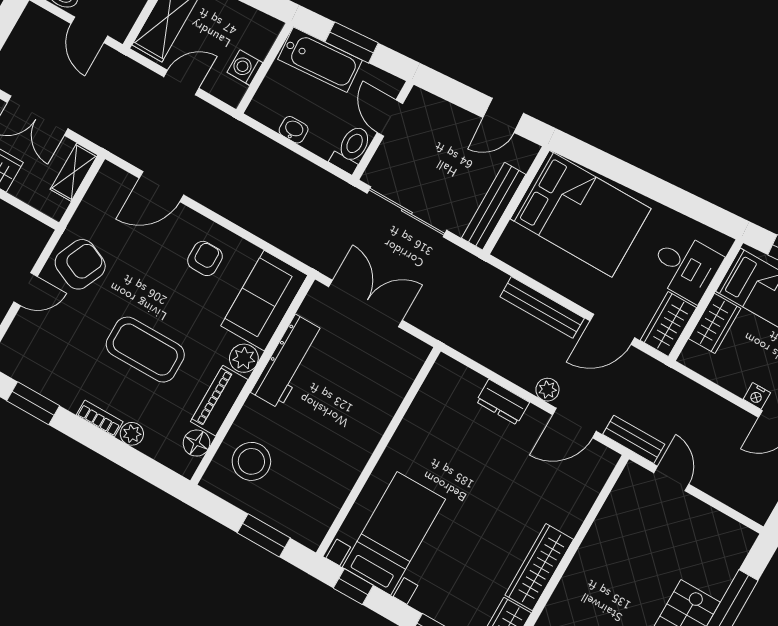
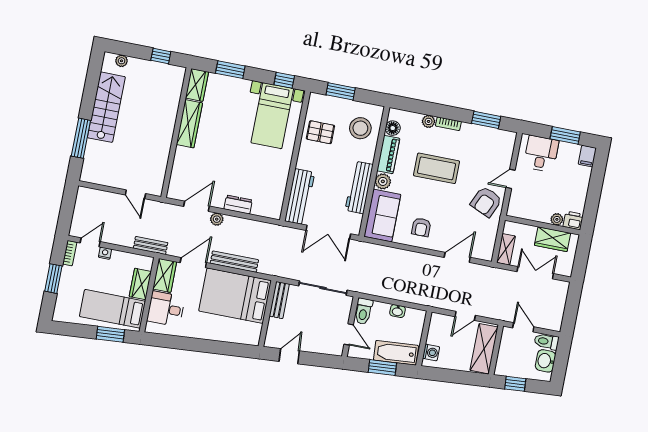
washing machine: (245, 68) -> (431, 353), moved
bench: (494, 206) -> (279, 300), width x0.73
bed: (581, 214) -> (235, 296), moved
workbench: (394, 380) -> (300, 197), added
bench: (634, 439) -> (151, 245), moved
pallet: (322, 478) -> (320, 132), added

